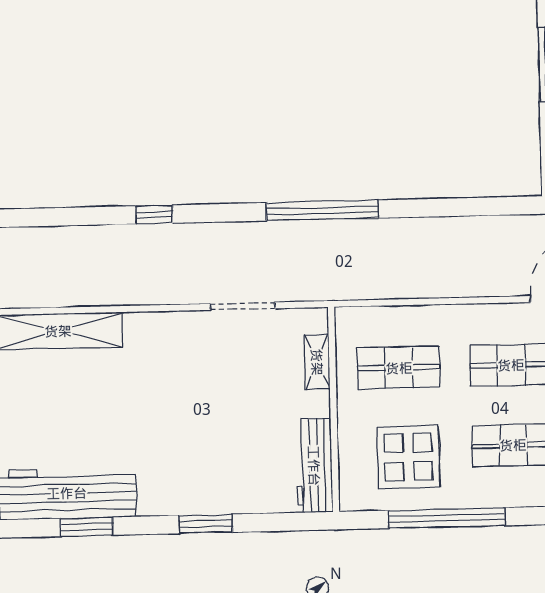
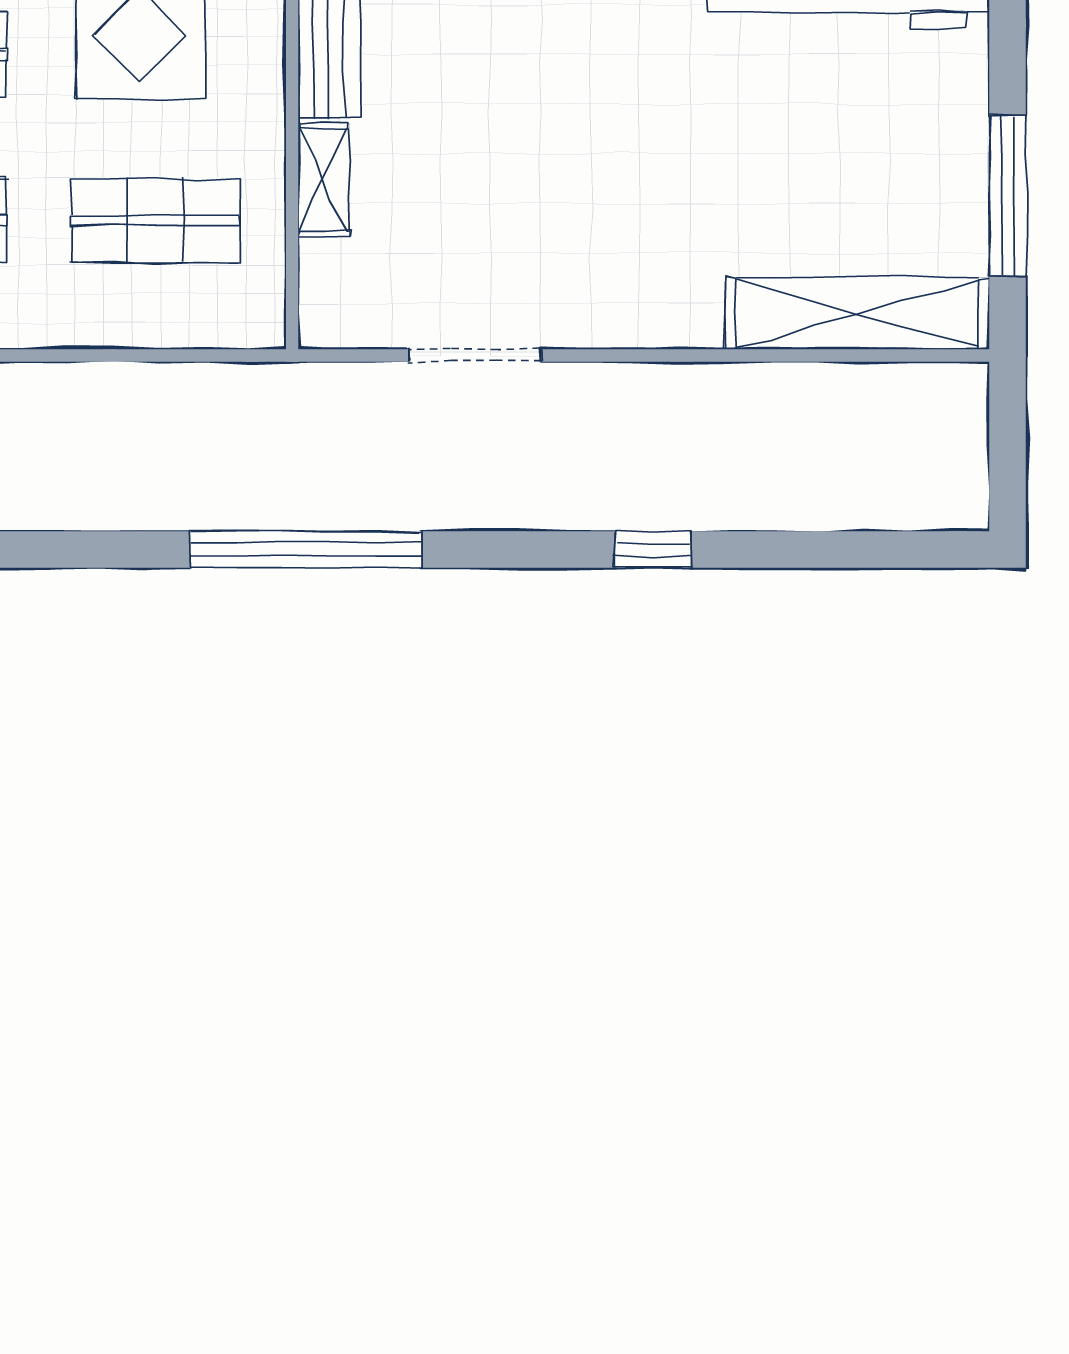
shelving: (317, 362) -> (324, 180), moved

